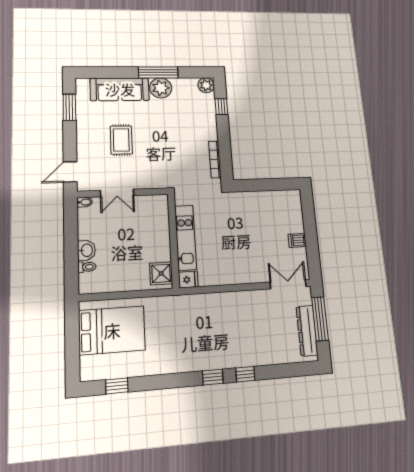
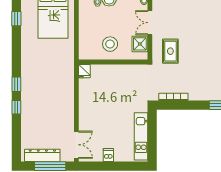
rug: (121, 140) -> (170, 51), moved, turned 90
kitchen unit: (186, 238) -> (141, 136), moved, turned 90
stool: (149, 246) -> (110, 44), added
shower: (161, 273) -> (140, 44), moved

